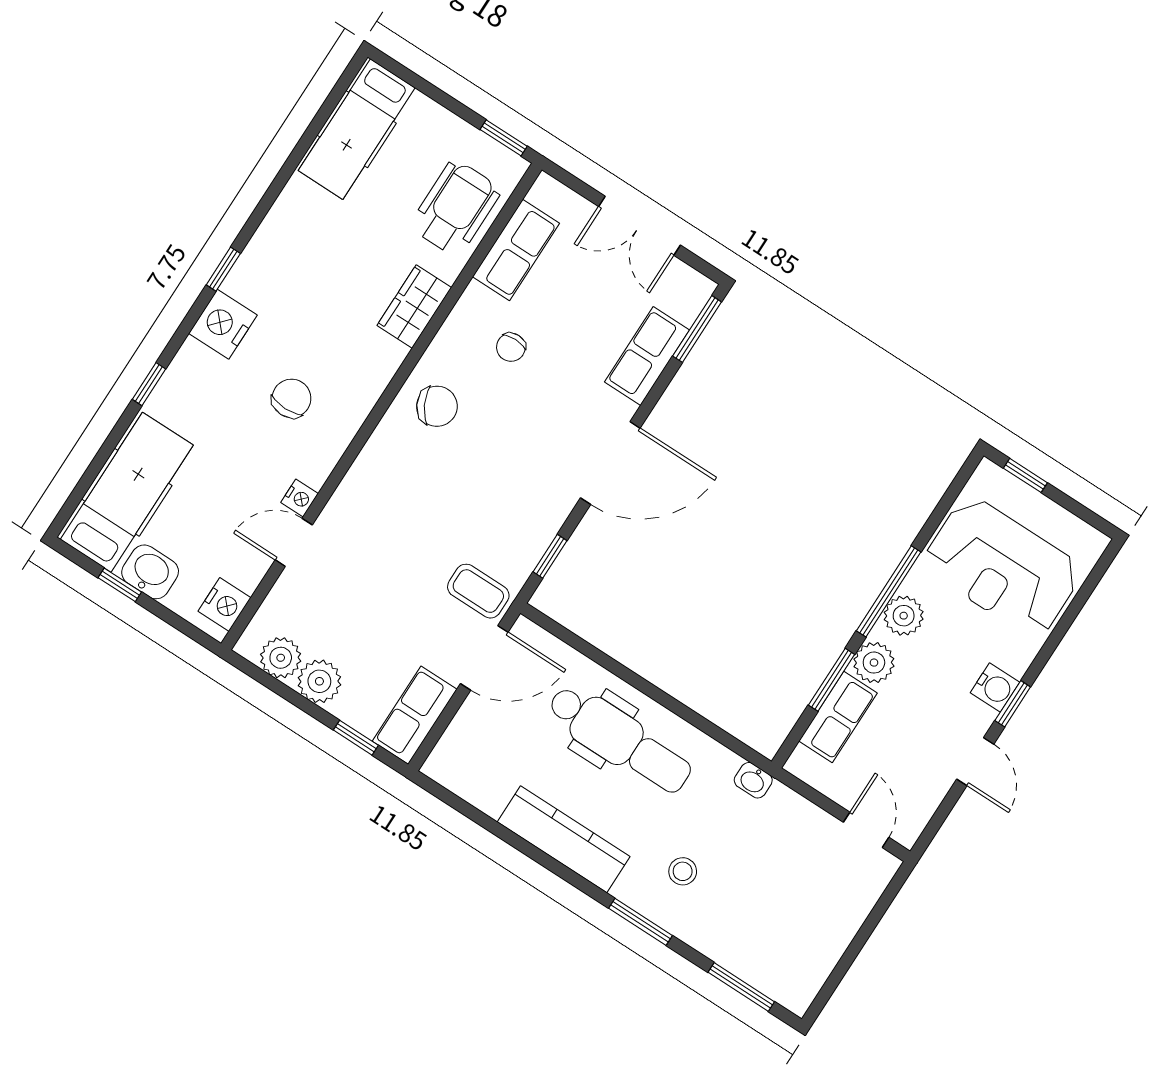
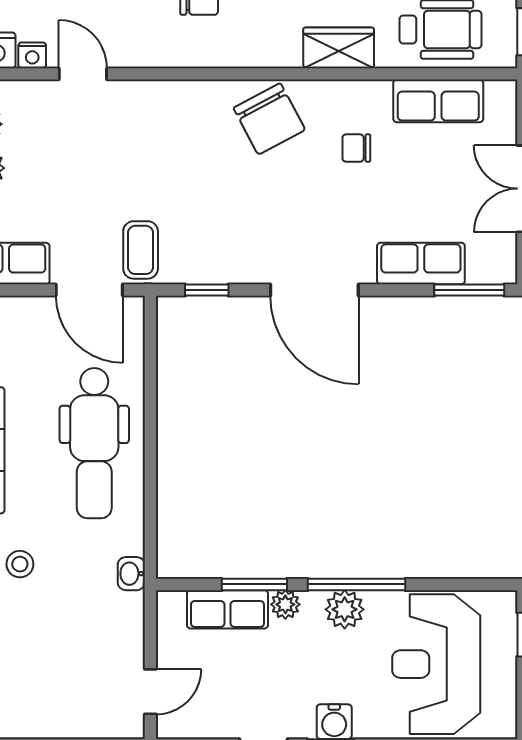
chair: (437, 406) -> (269, 119), width x1.37, depth x1.37
nightstand: (300, 498) -> (32, 55), moved
plant: (874, 663) -> (285, 604), width x0.73, depth x0.73

